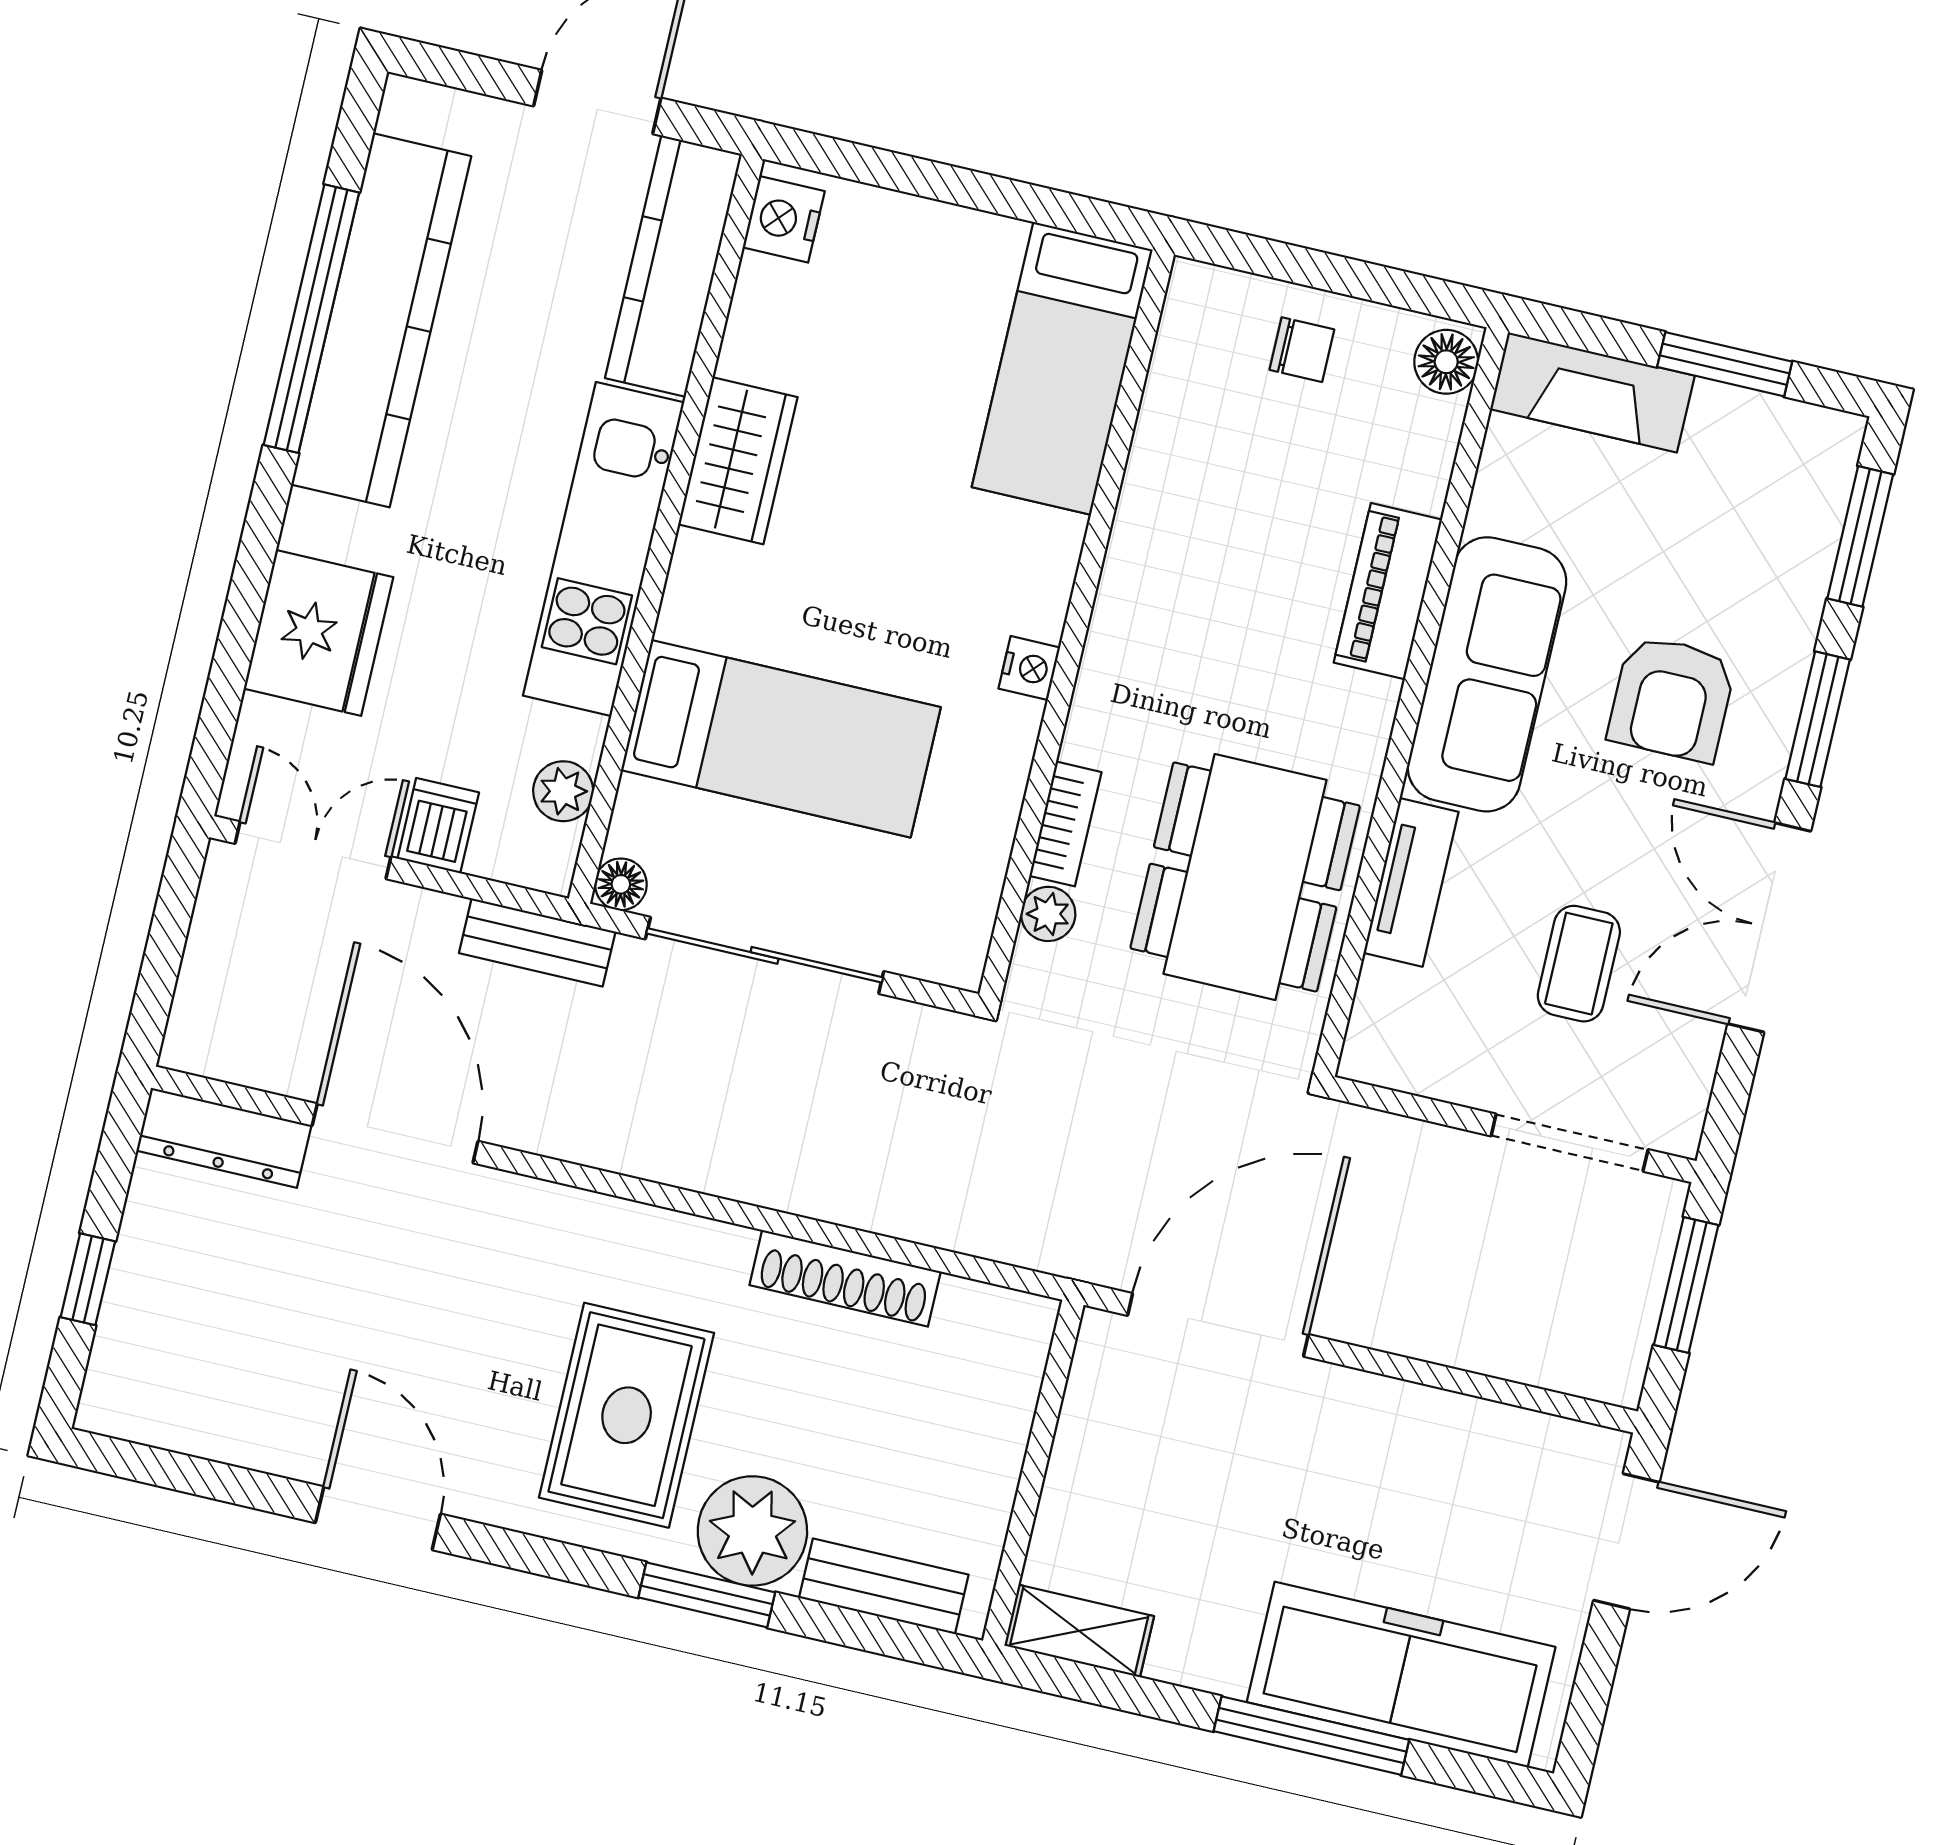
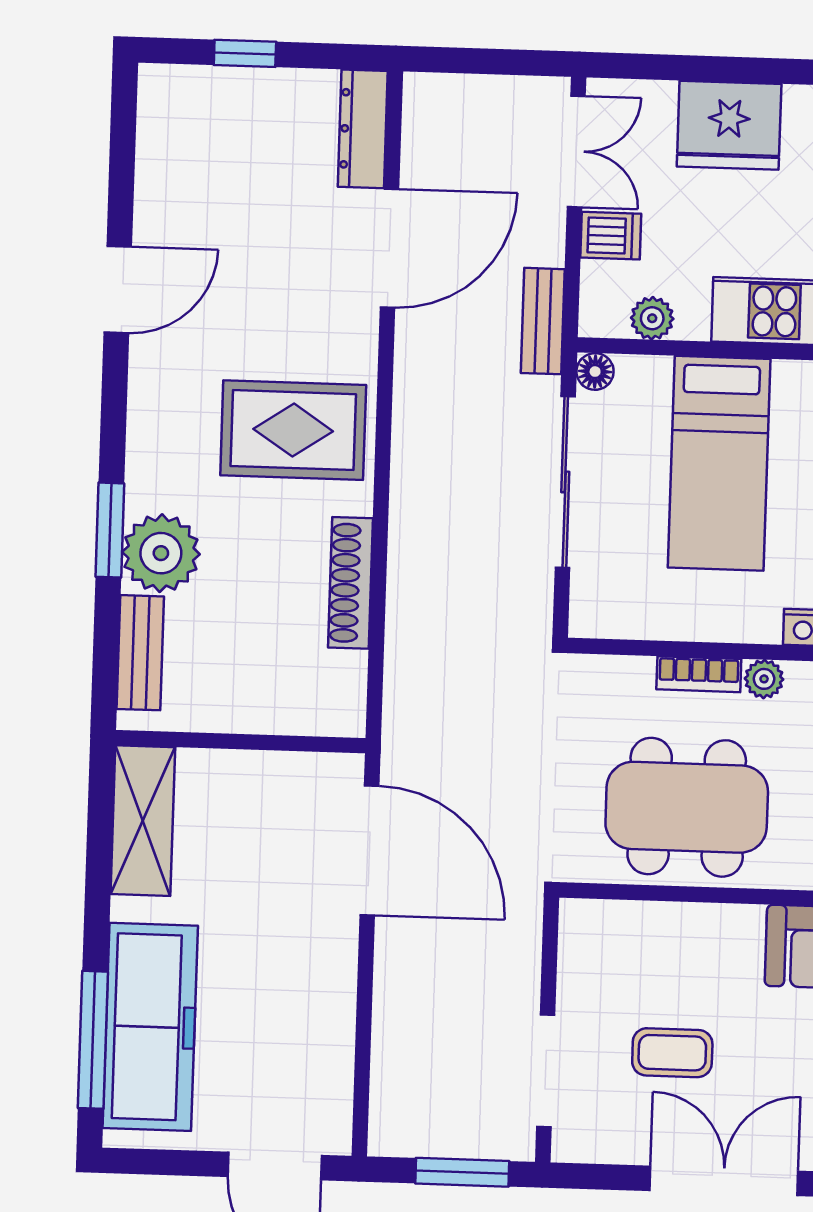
tv unit: (1411, 882) -> (706, 924), removed
plant: (1048, 914) -> (764, 679), moved
rug: (627, 1415) -> (293, 430), moved
shelving: (1079, 1631) -> (143, 821), width x1.50, depth x1.33
window: (1311, 1736) -> (93, 1040), moved

